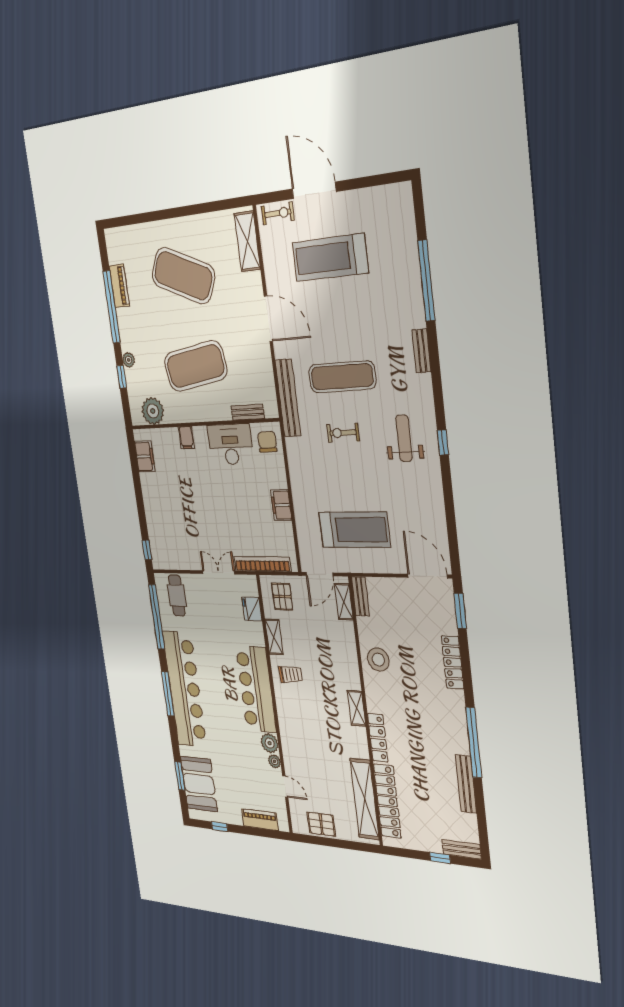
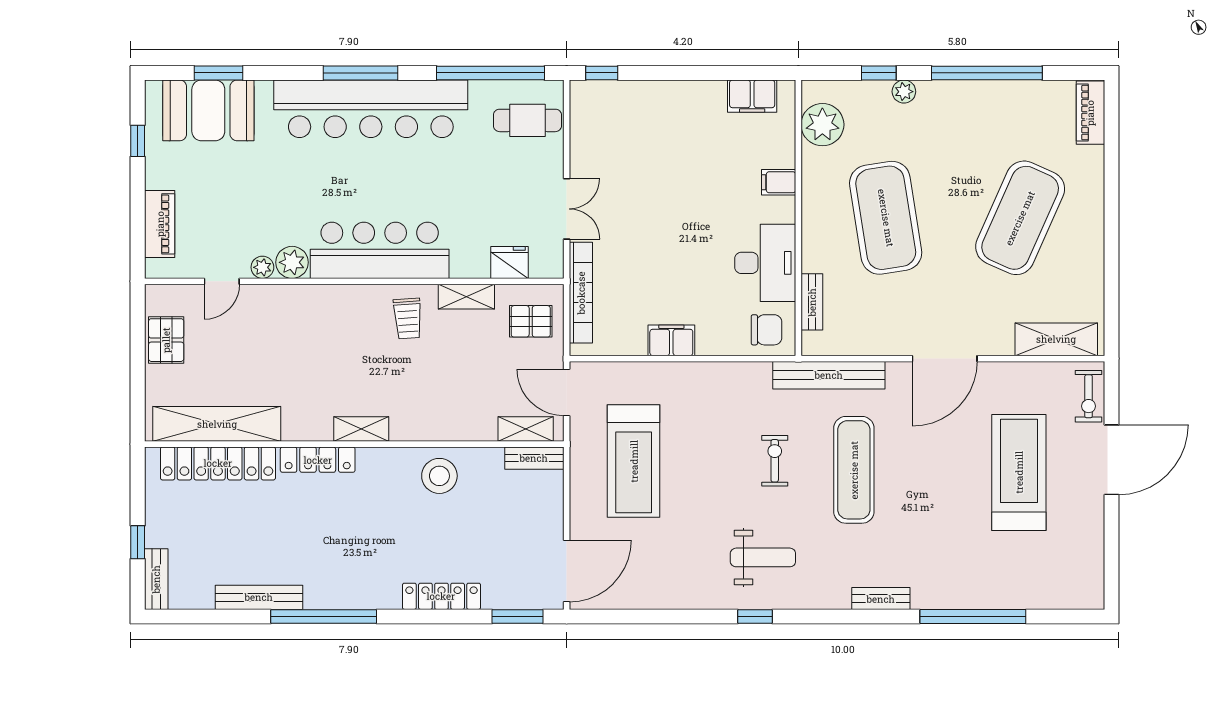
piano: (119, 286) -> (1090, 113), moved, turned 90

